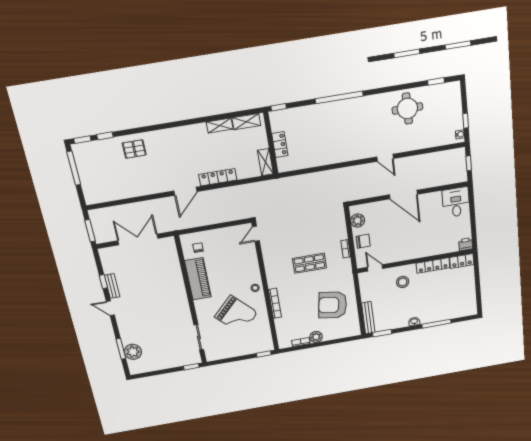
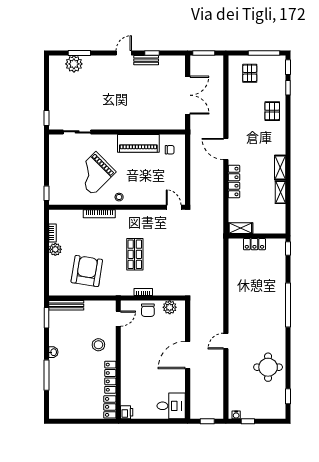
shelving: (246, 122) -> (280, 167), moved
pallet: (99, 180) -> (250, 73), added

